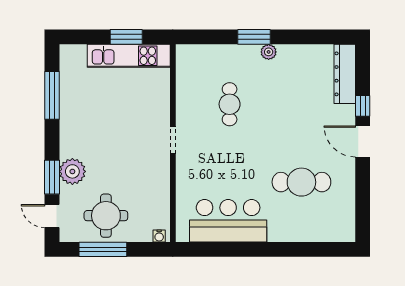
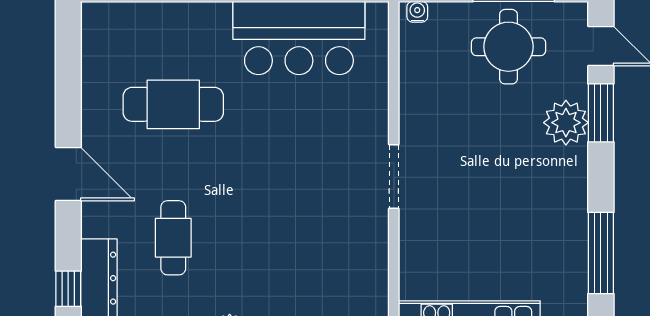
cafe table: (230, 104) -> (173, 238), moved
window: (363, 106) -> (68, 289), moved
doorway: (173, 140) -> (394, 176), width x1.38

